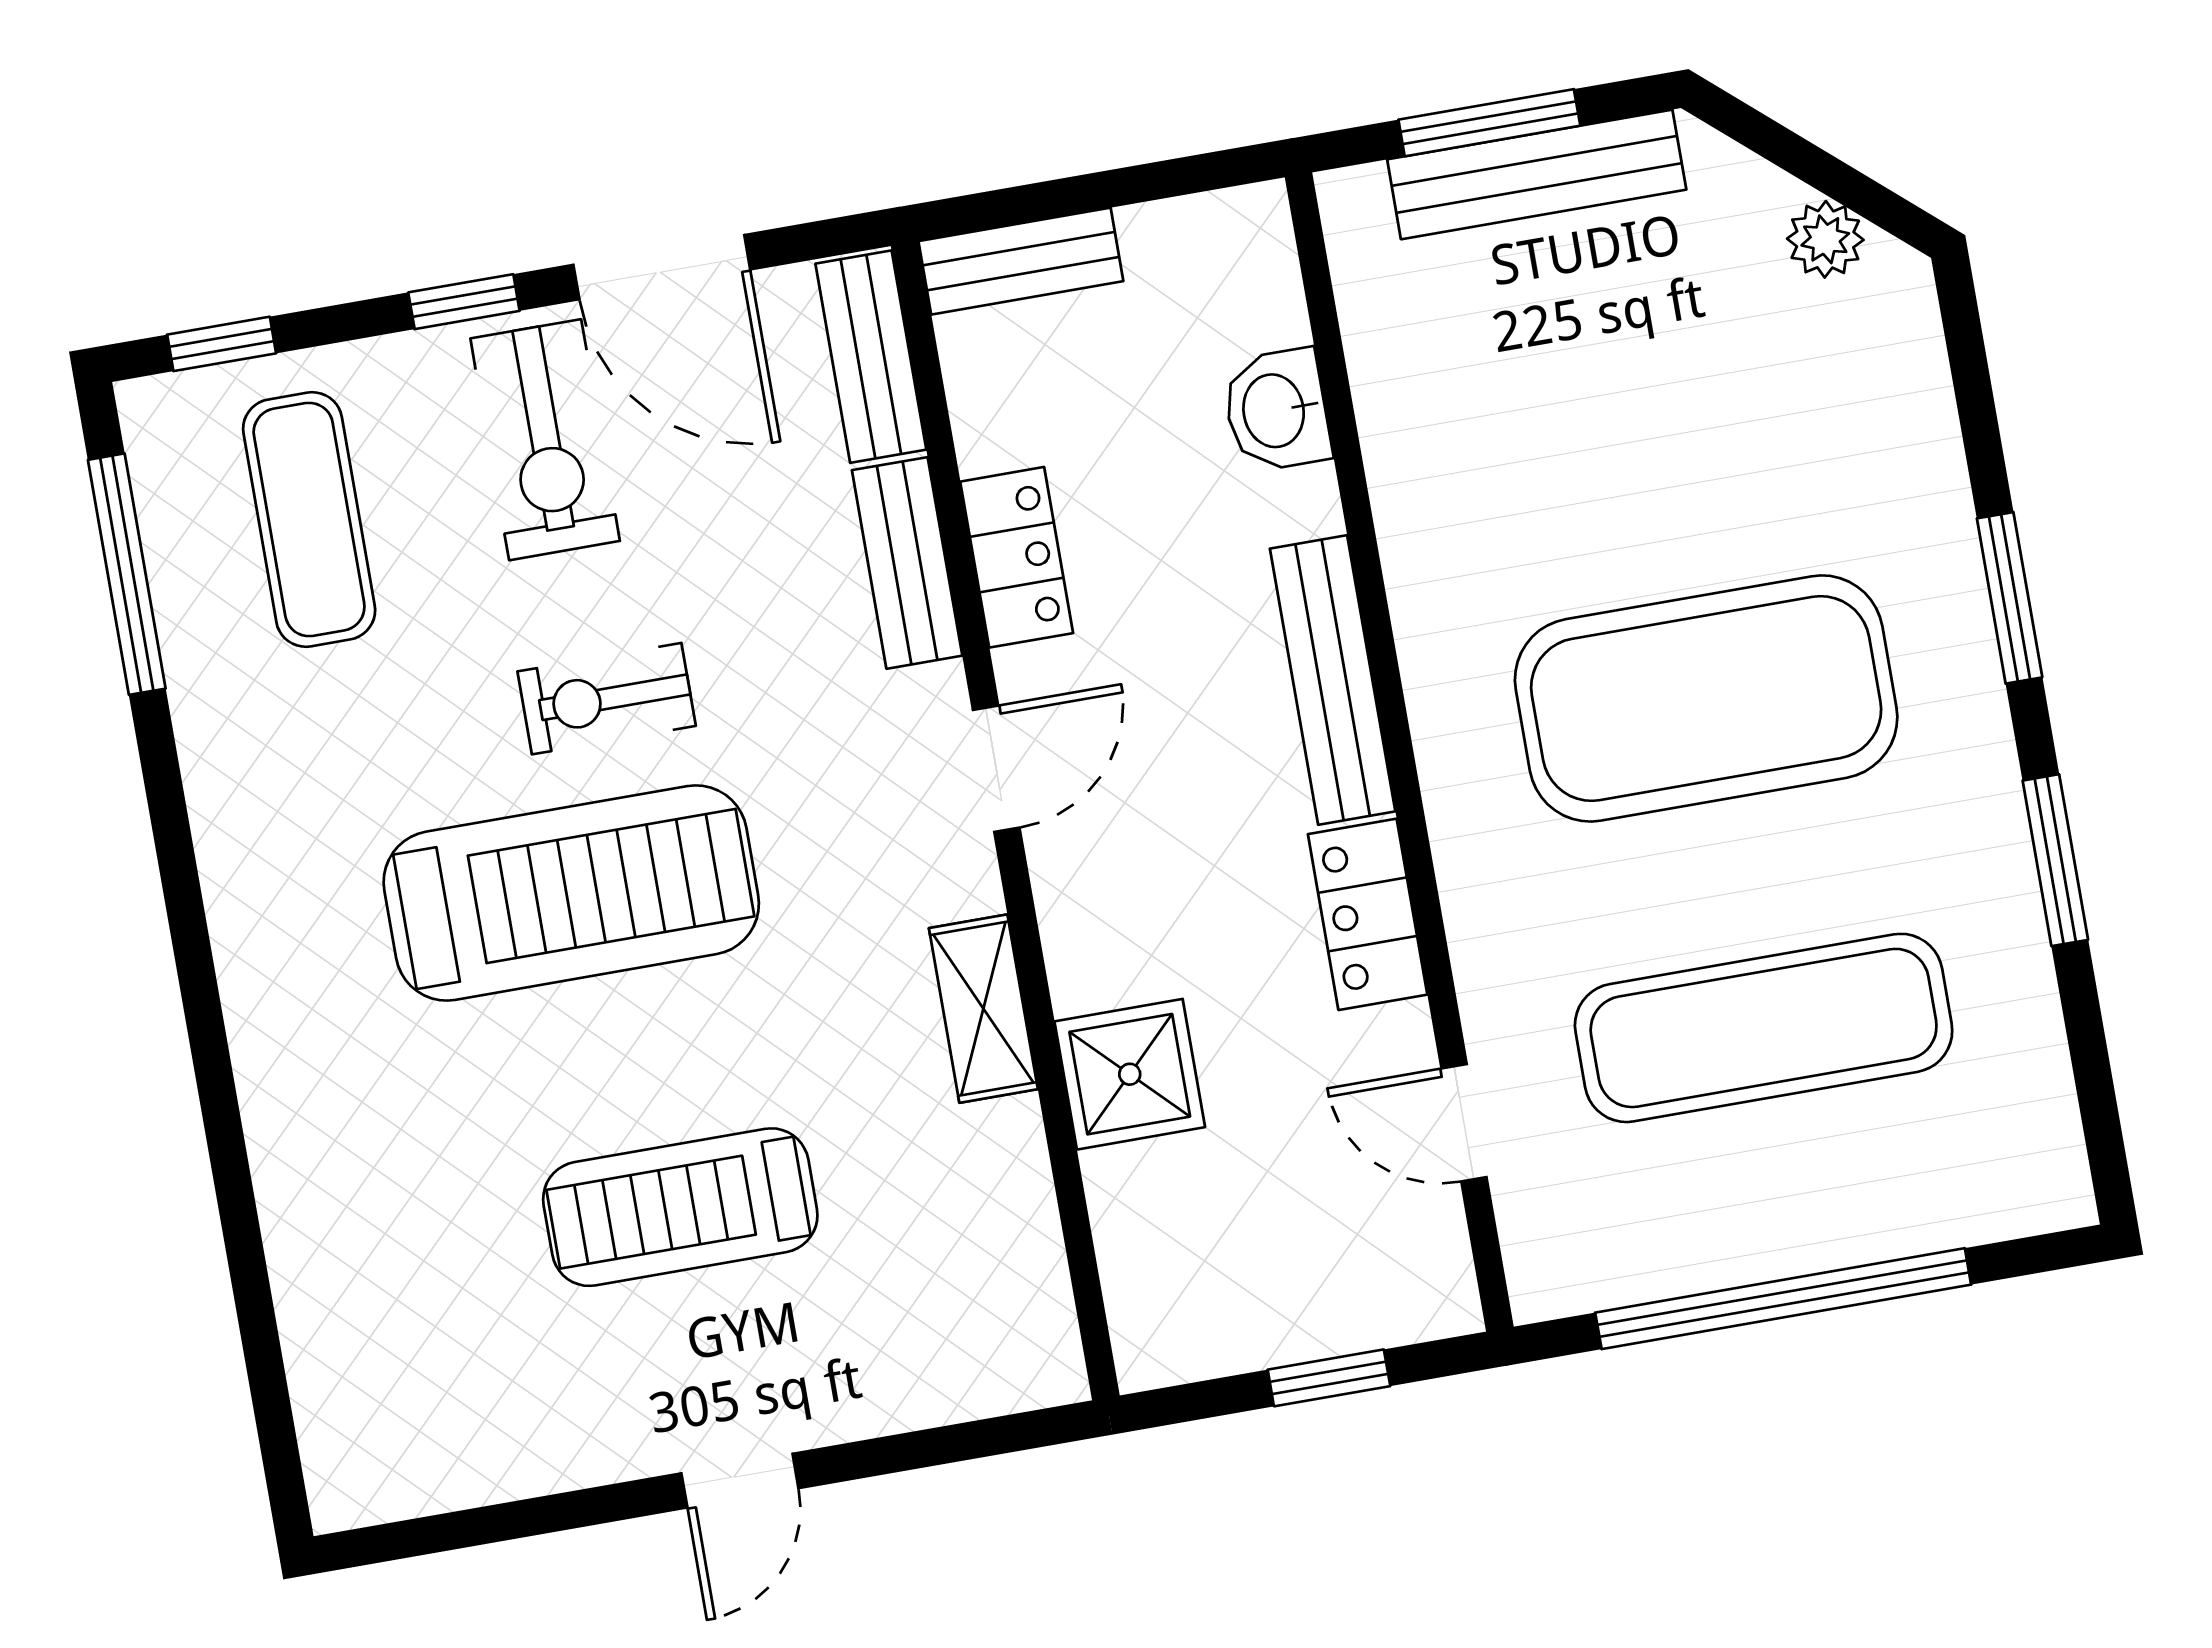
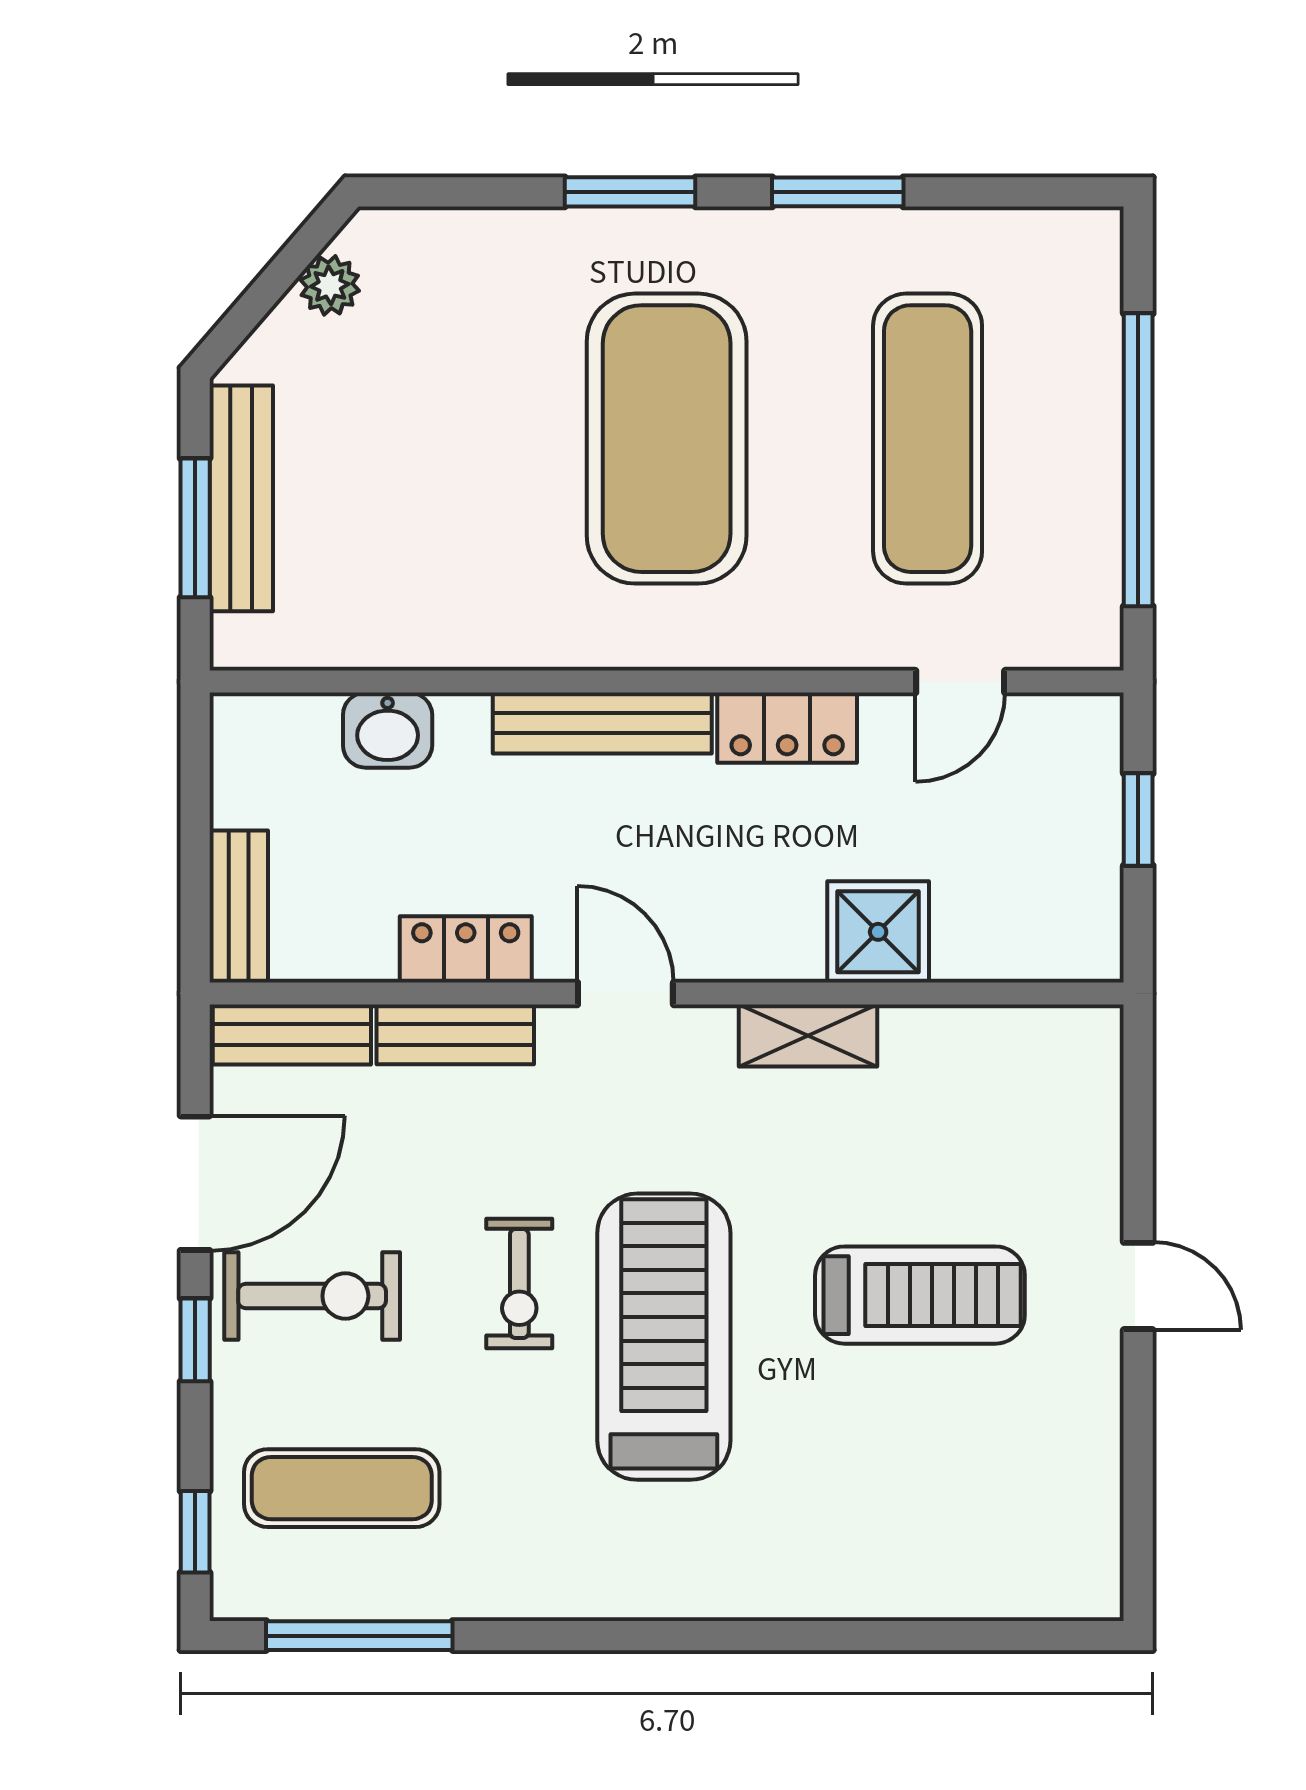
treadmill: (680, 1207) -> (920, 1295), turned -90

